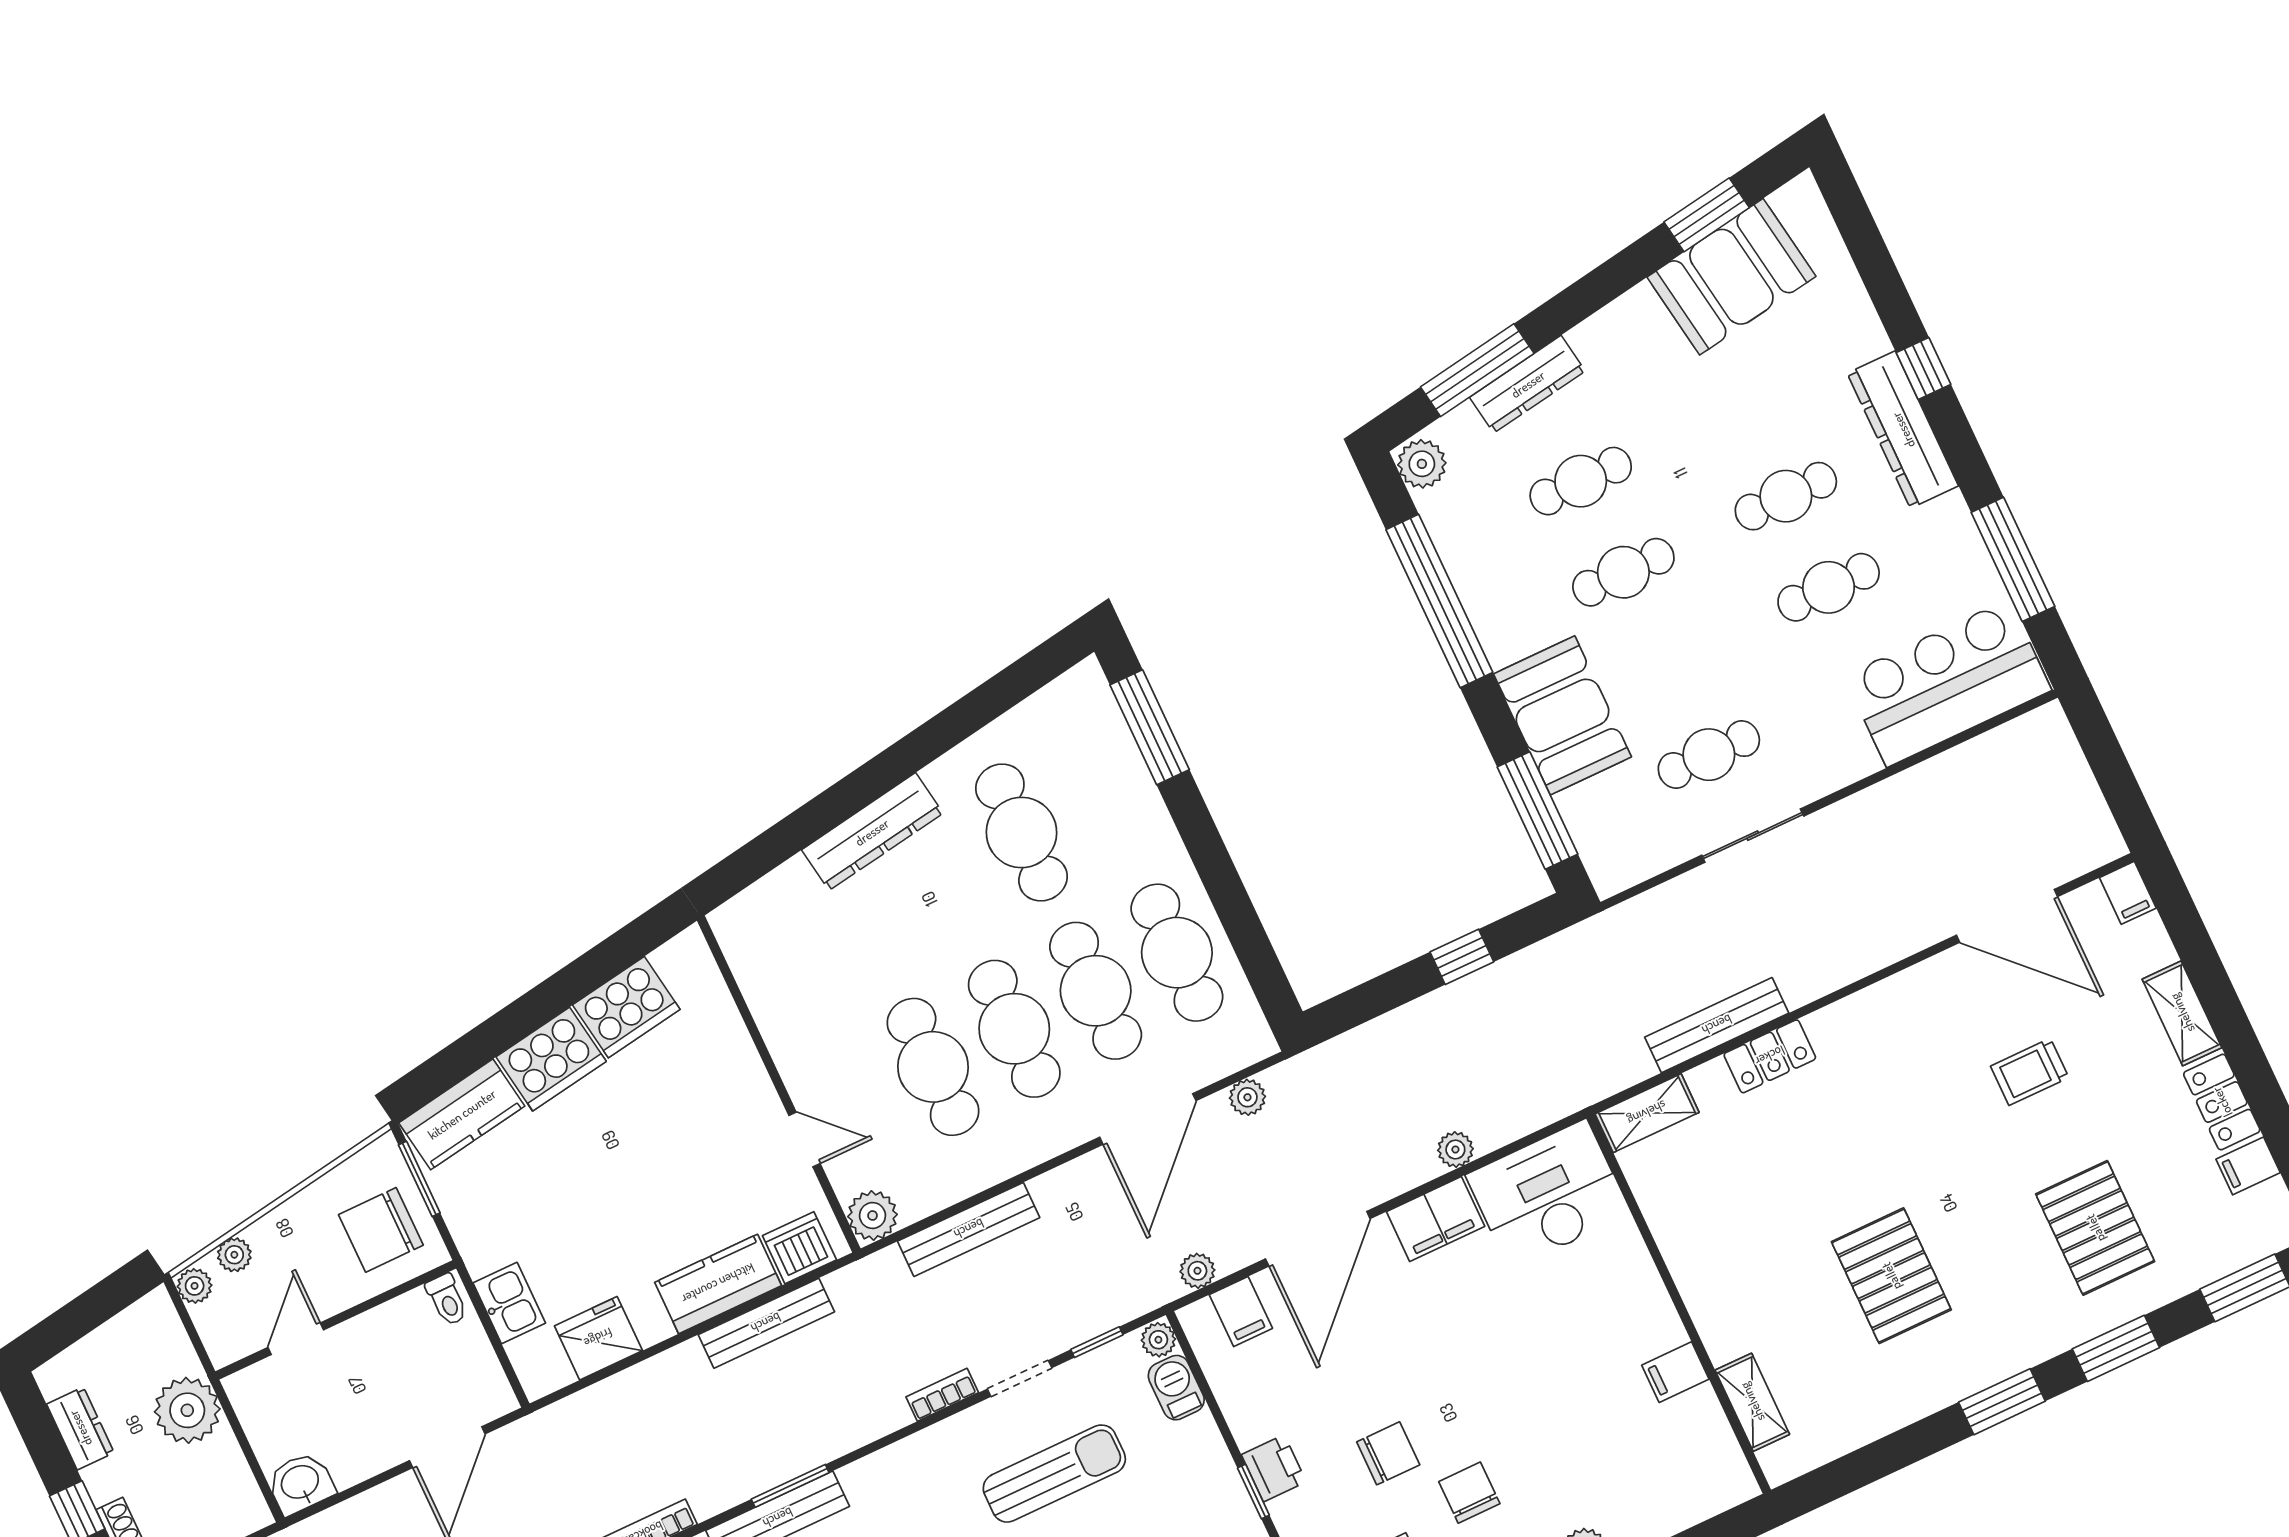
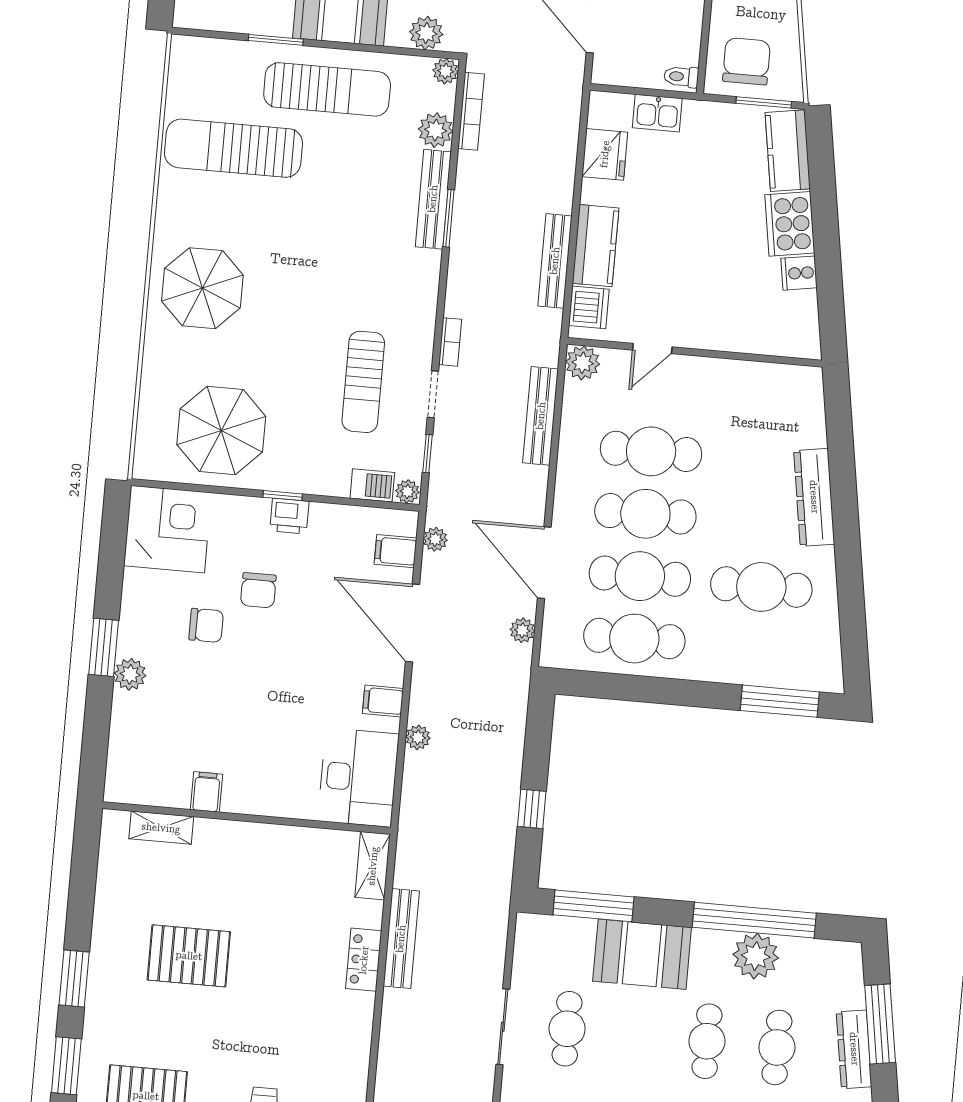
plant: (1422, 464) -> (756, 956), moved, width x1.36, depth x1.36
cooker: (626, 1007) -> (799, 273), width x0.53, depth x0.76
filing cabinet: (1436, 1219) -> (383, 701), width x0.50

